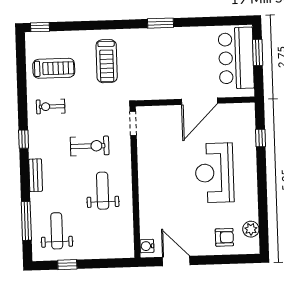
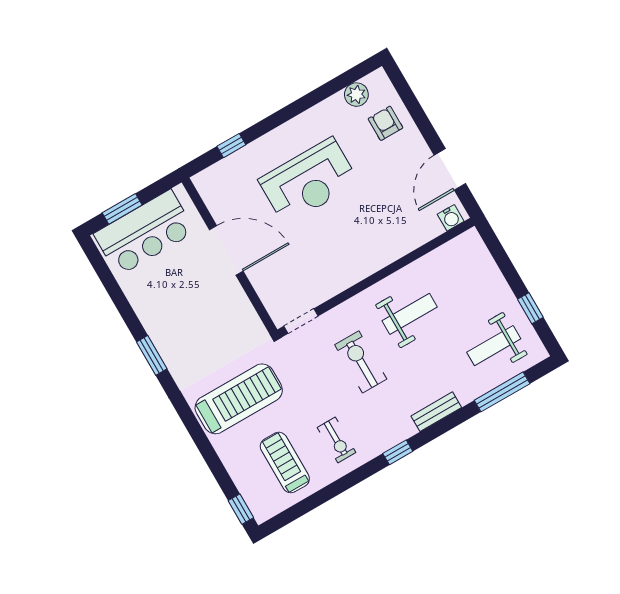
treadmill: (107, 61) -> (239, 399), width x1.37, depth x1.38
weight bench: (103, 191) -> (410, 314), turned 180

